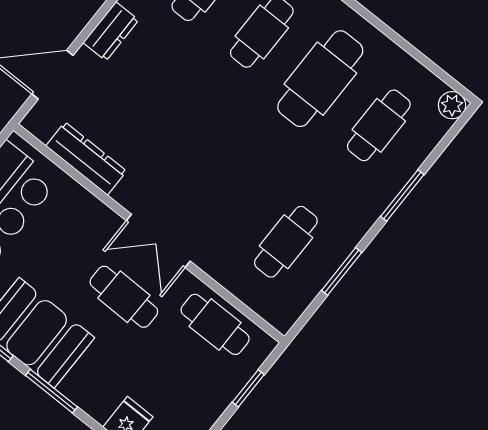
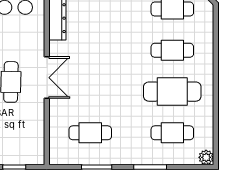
double door: (158, 241) -> (47, 78), swing flipped
cafe table: (215, 324) -> (30, 131), removed

